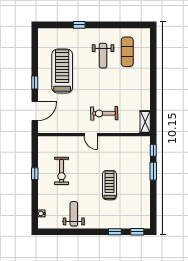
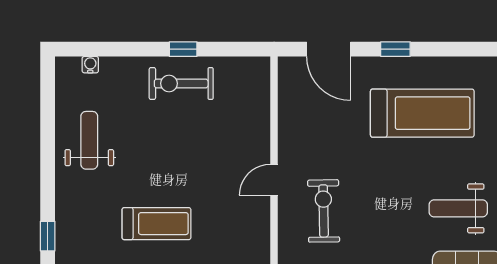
exercise bike: (61, 171) -> (181, 83), moved
weight bench: (74, 214) -> (89, 140), turned -90

